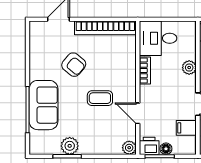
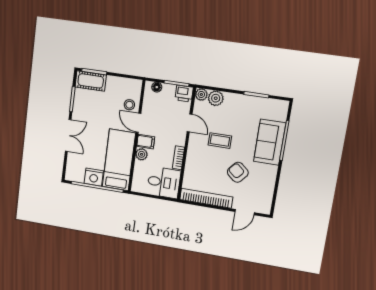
filing cabinet: (186, 128) -> (146, 142), moved
plant: (70, 146) -> (216, 98), moved
floor lamp: (166, 149) -> (157, 87), moved

